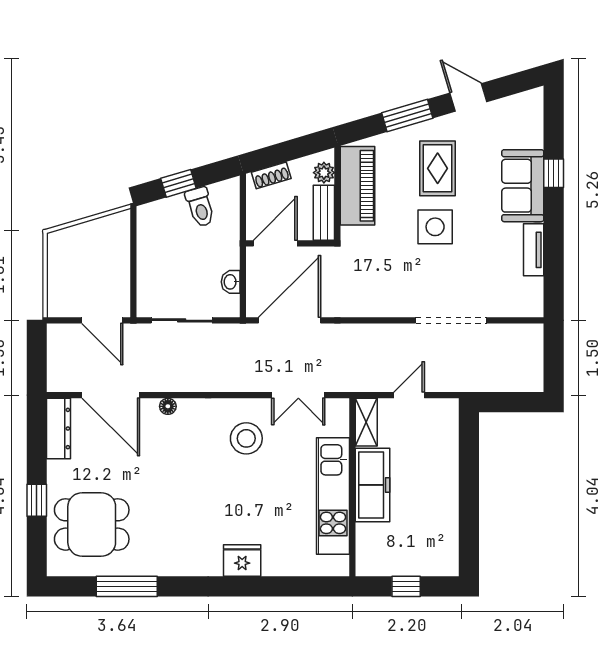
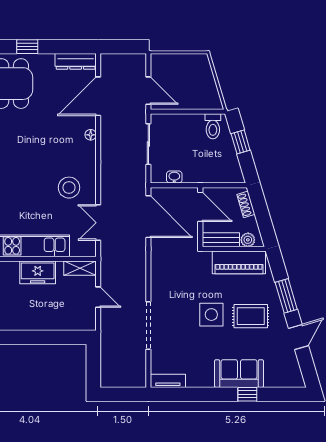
toilet: (200, 207) -> (213, 126), moved, turned -73
tv unit: (534, 250) -> (168, 381), moved
door: (102, 320) -> (148, 91), swing flipped
freezer: (373, 485) -> (38, 272), width x0.71

